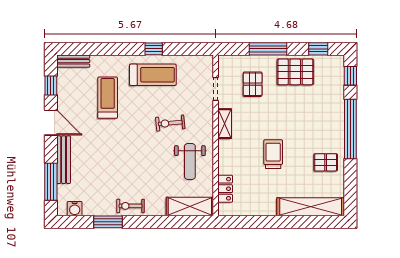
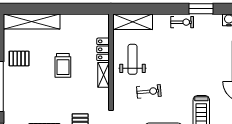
shelving: (225, 124) -> (103, 75), moved
locker: (225, 189) -> (103, 49), moved

